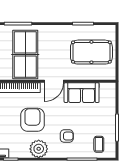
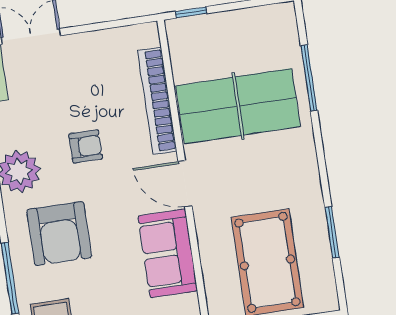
armchair: (32, 120) -> (86, 146), width x0.53, depth x0.53
armchair: (67, 136) -> (59, 234), width x1.88, depth x1.88

